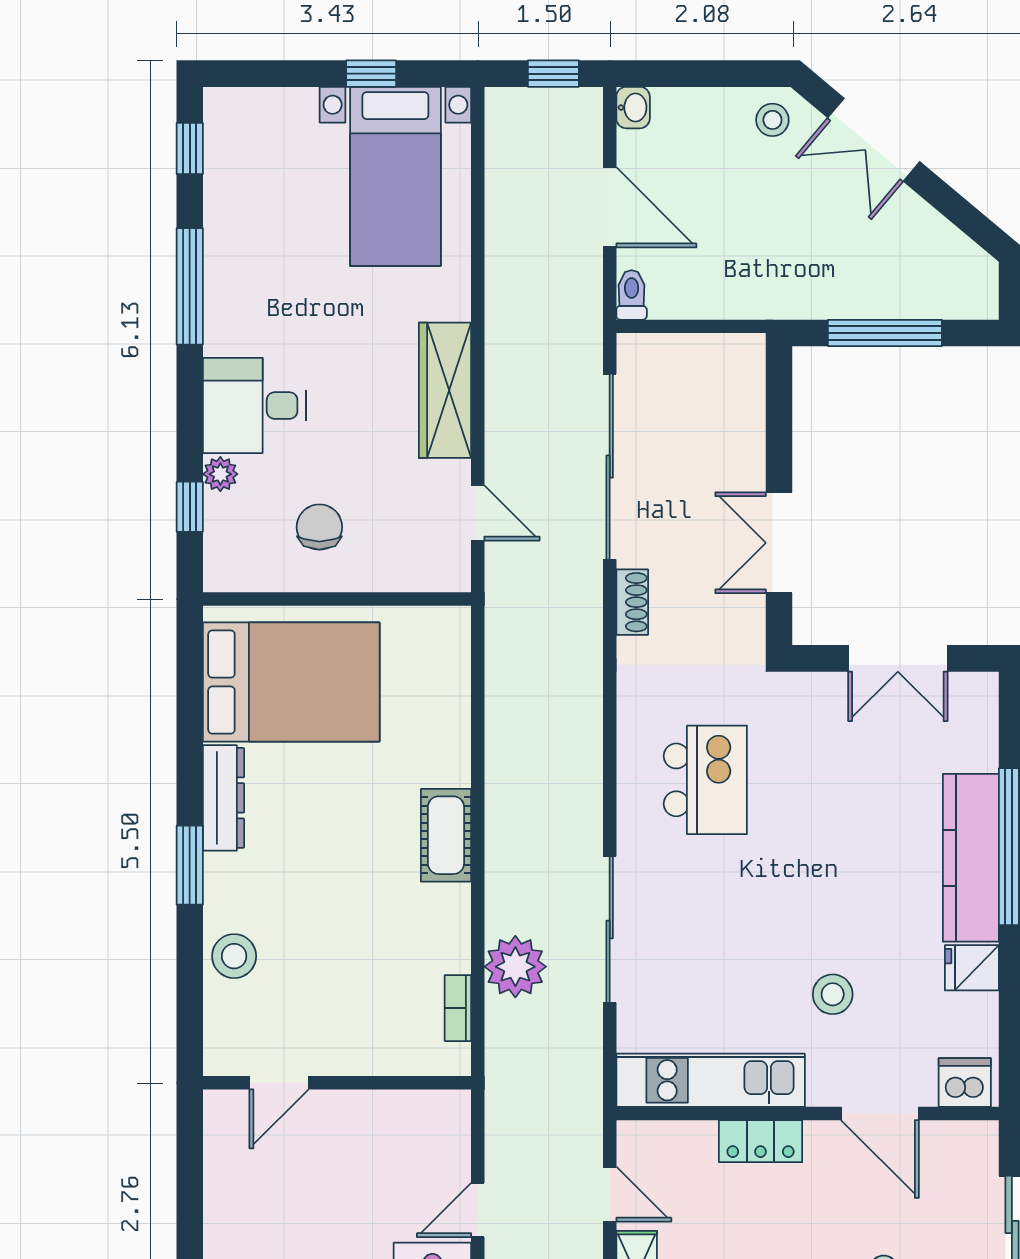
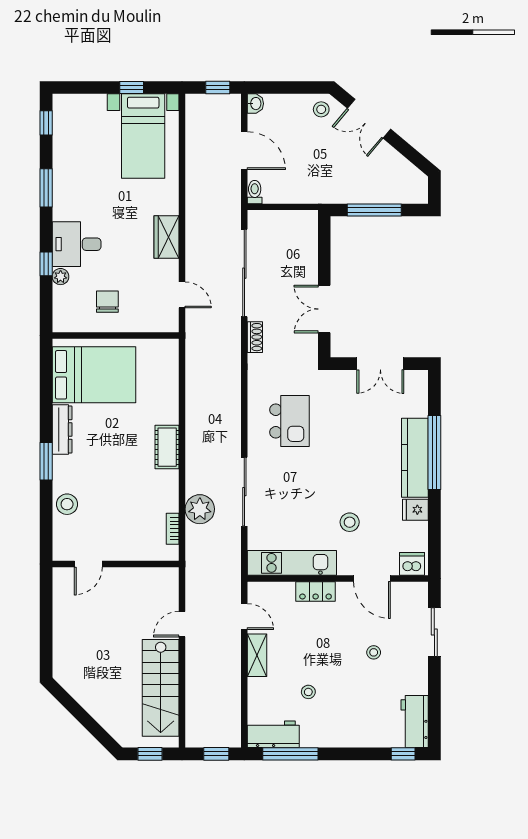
window: (190, 286) -> (46, 188), width x0.69
wardrobe: (445, 390) -> (167, 237), width x0.67
window: (190, 507) -> (46, 264), moved

